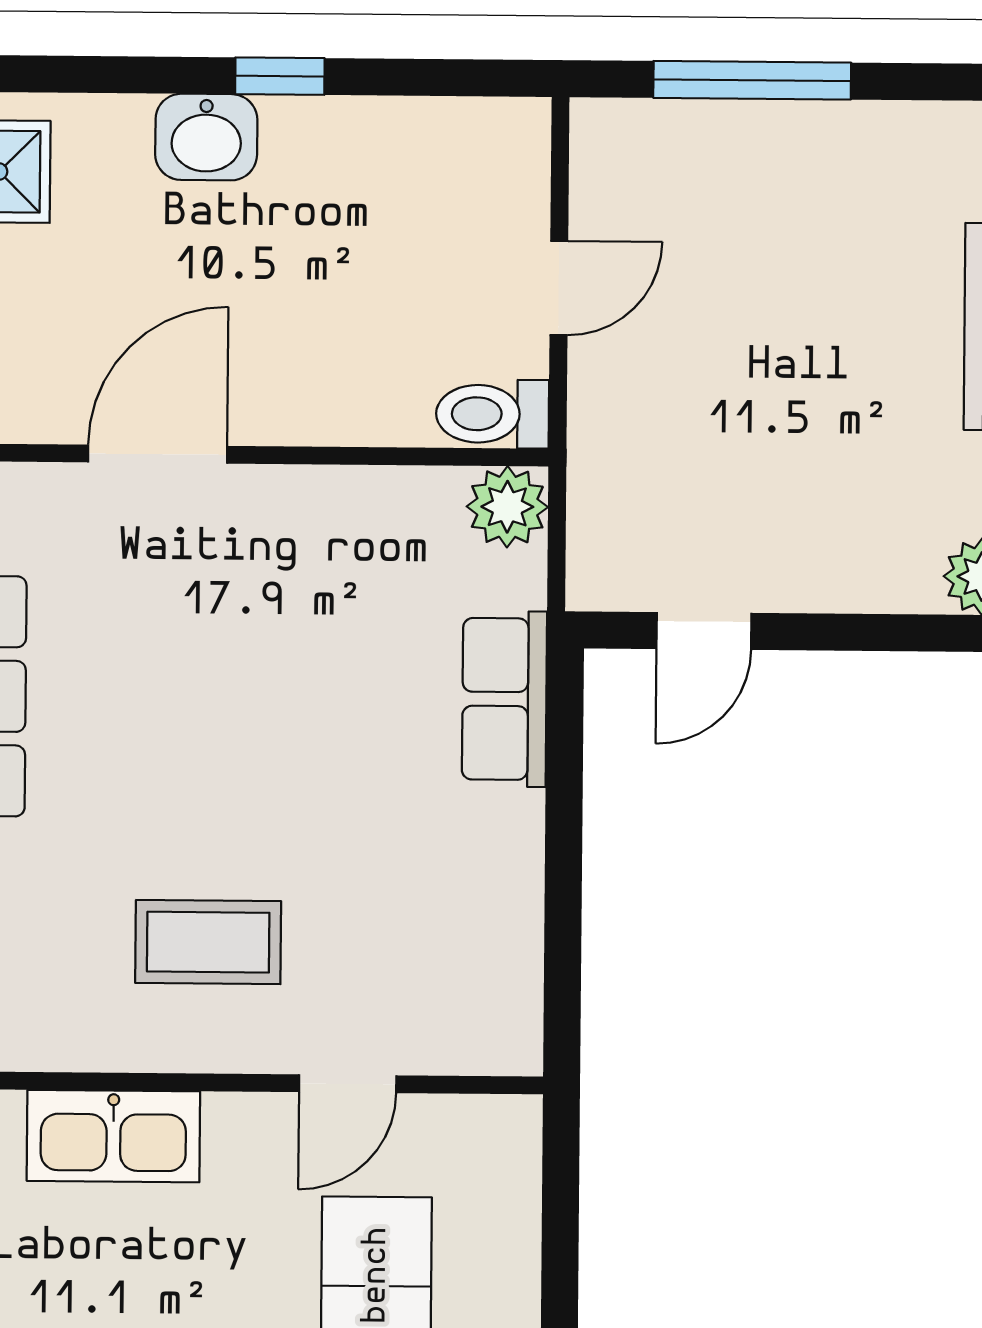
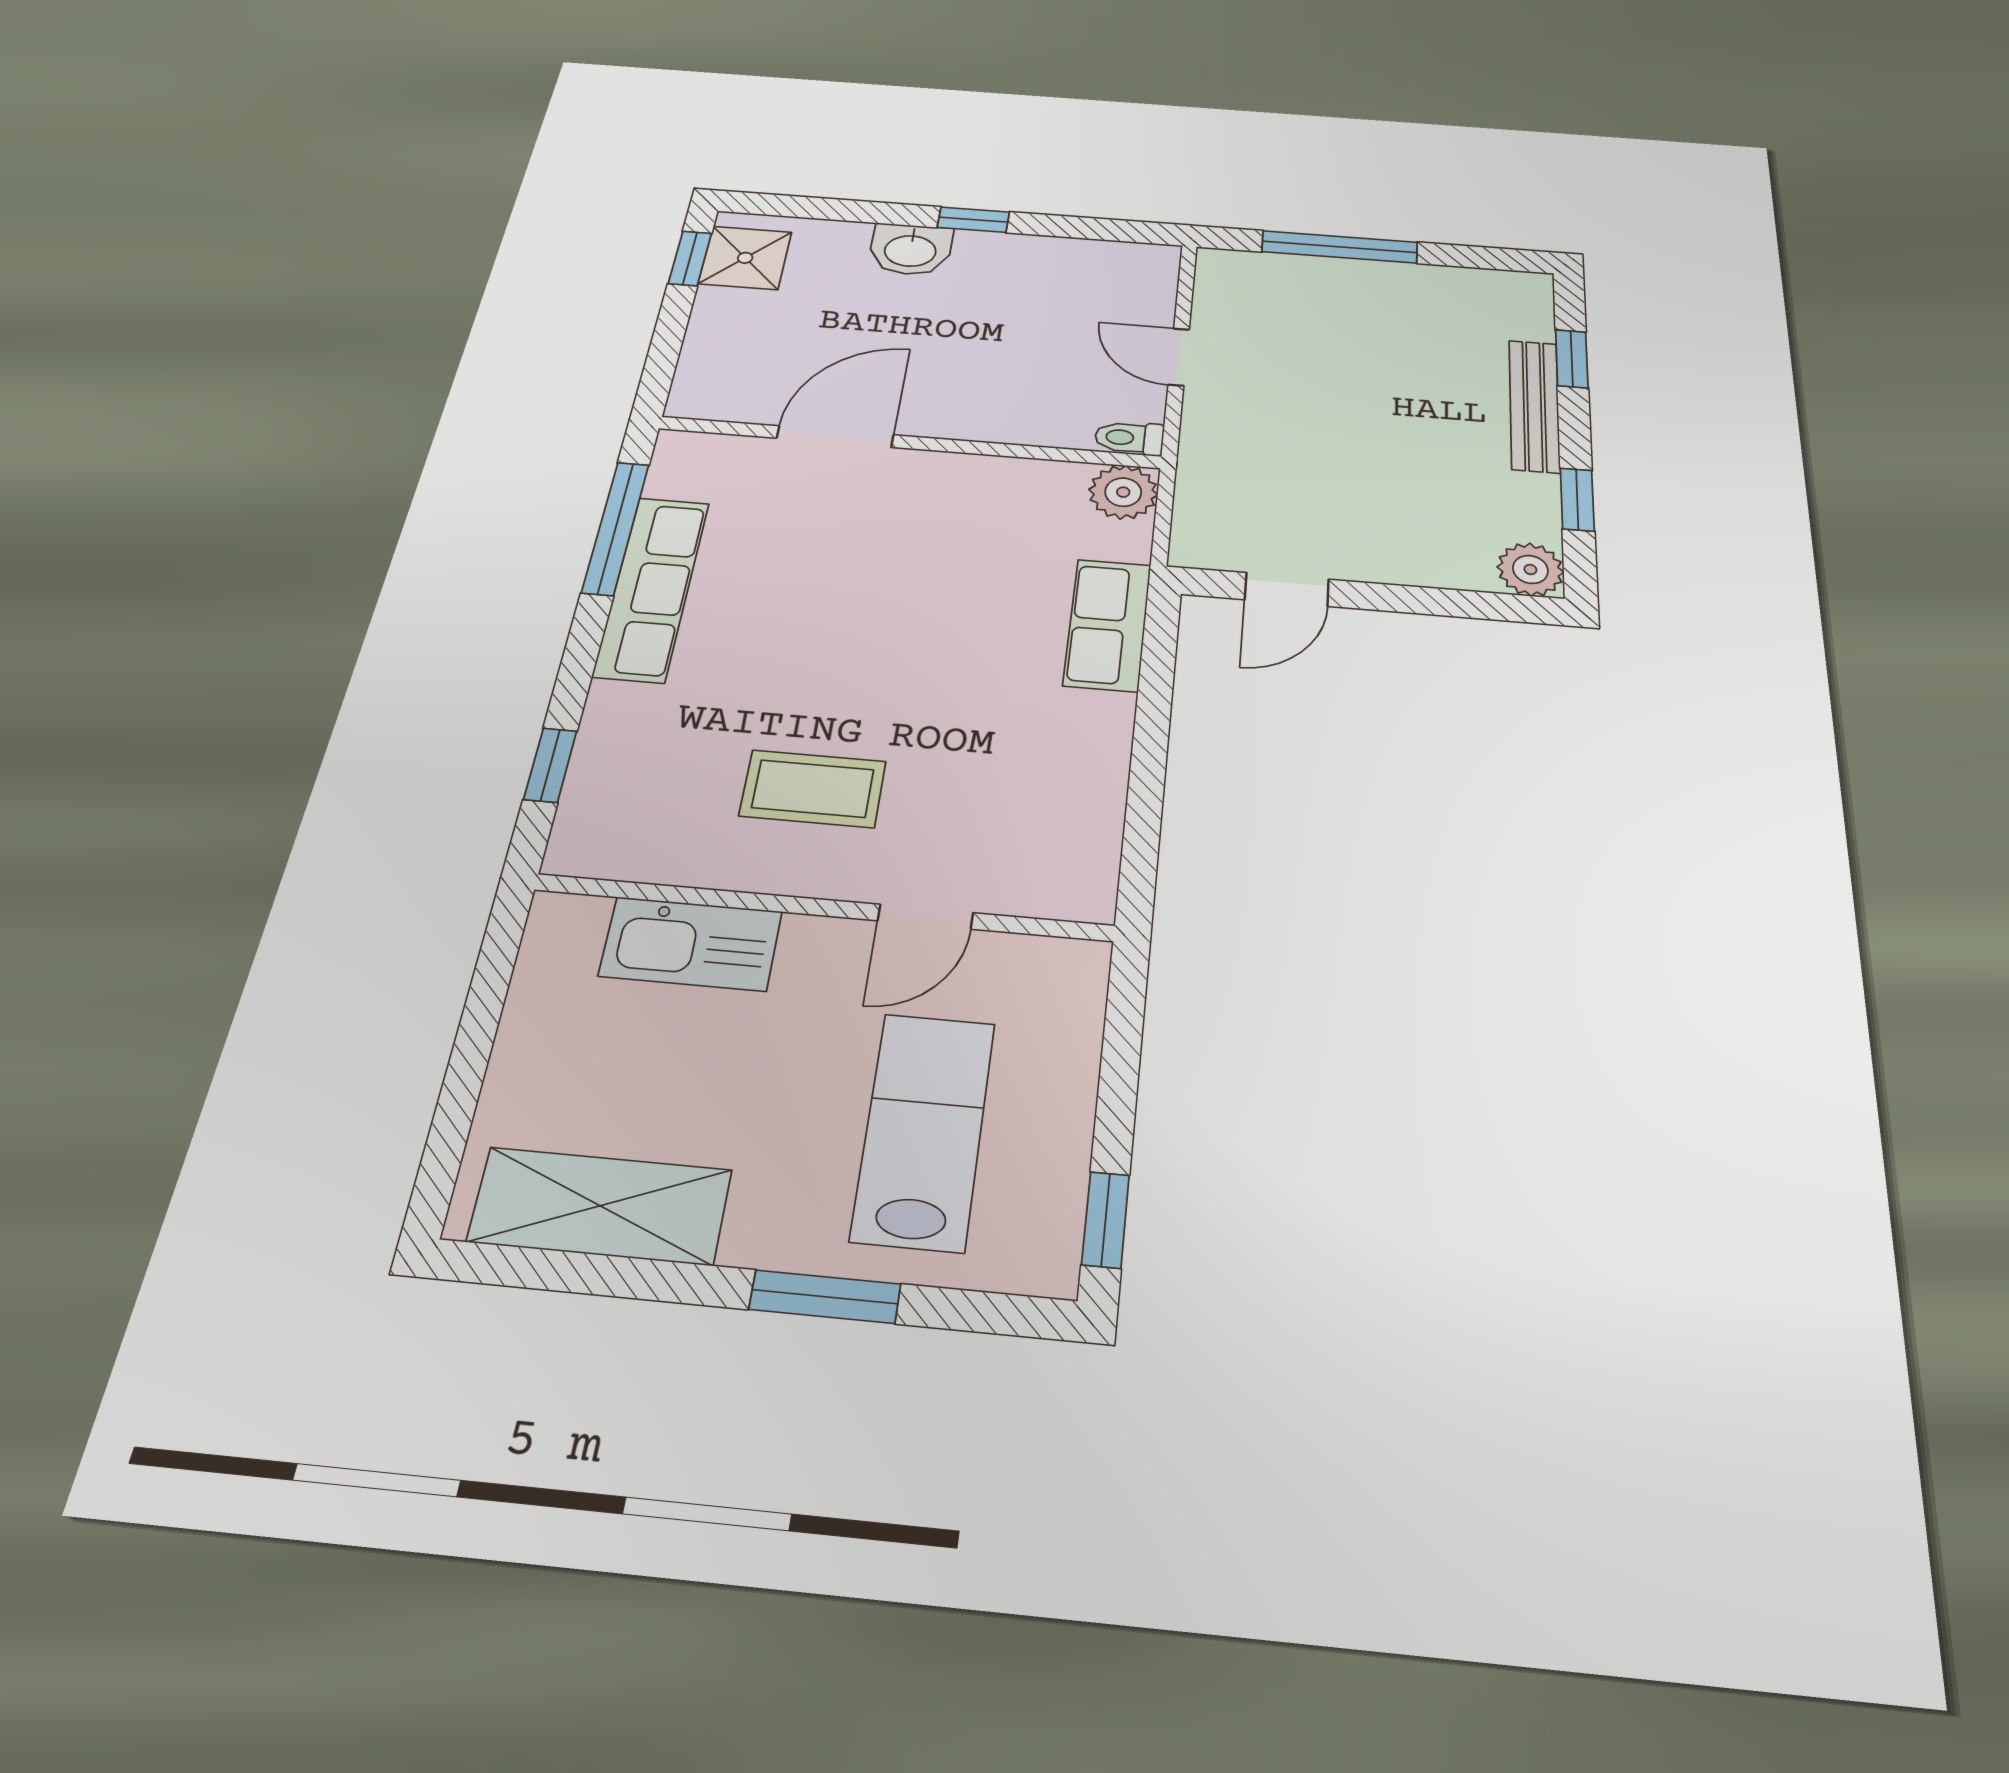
door: (559, 288) -> (1179, 357), swing flipped
toilet: (493, 414) -> (1129, 438), width x0.73, depth x0.72

